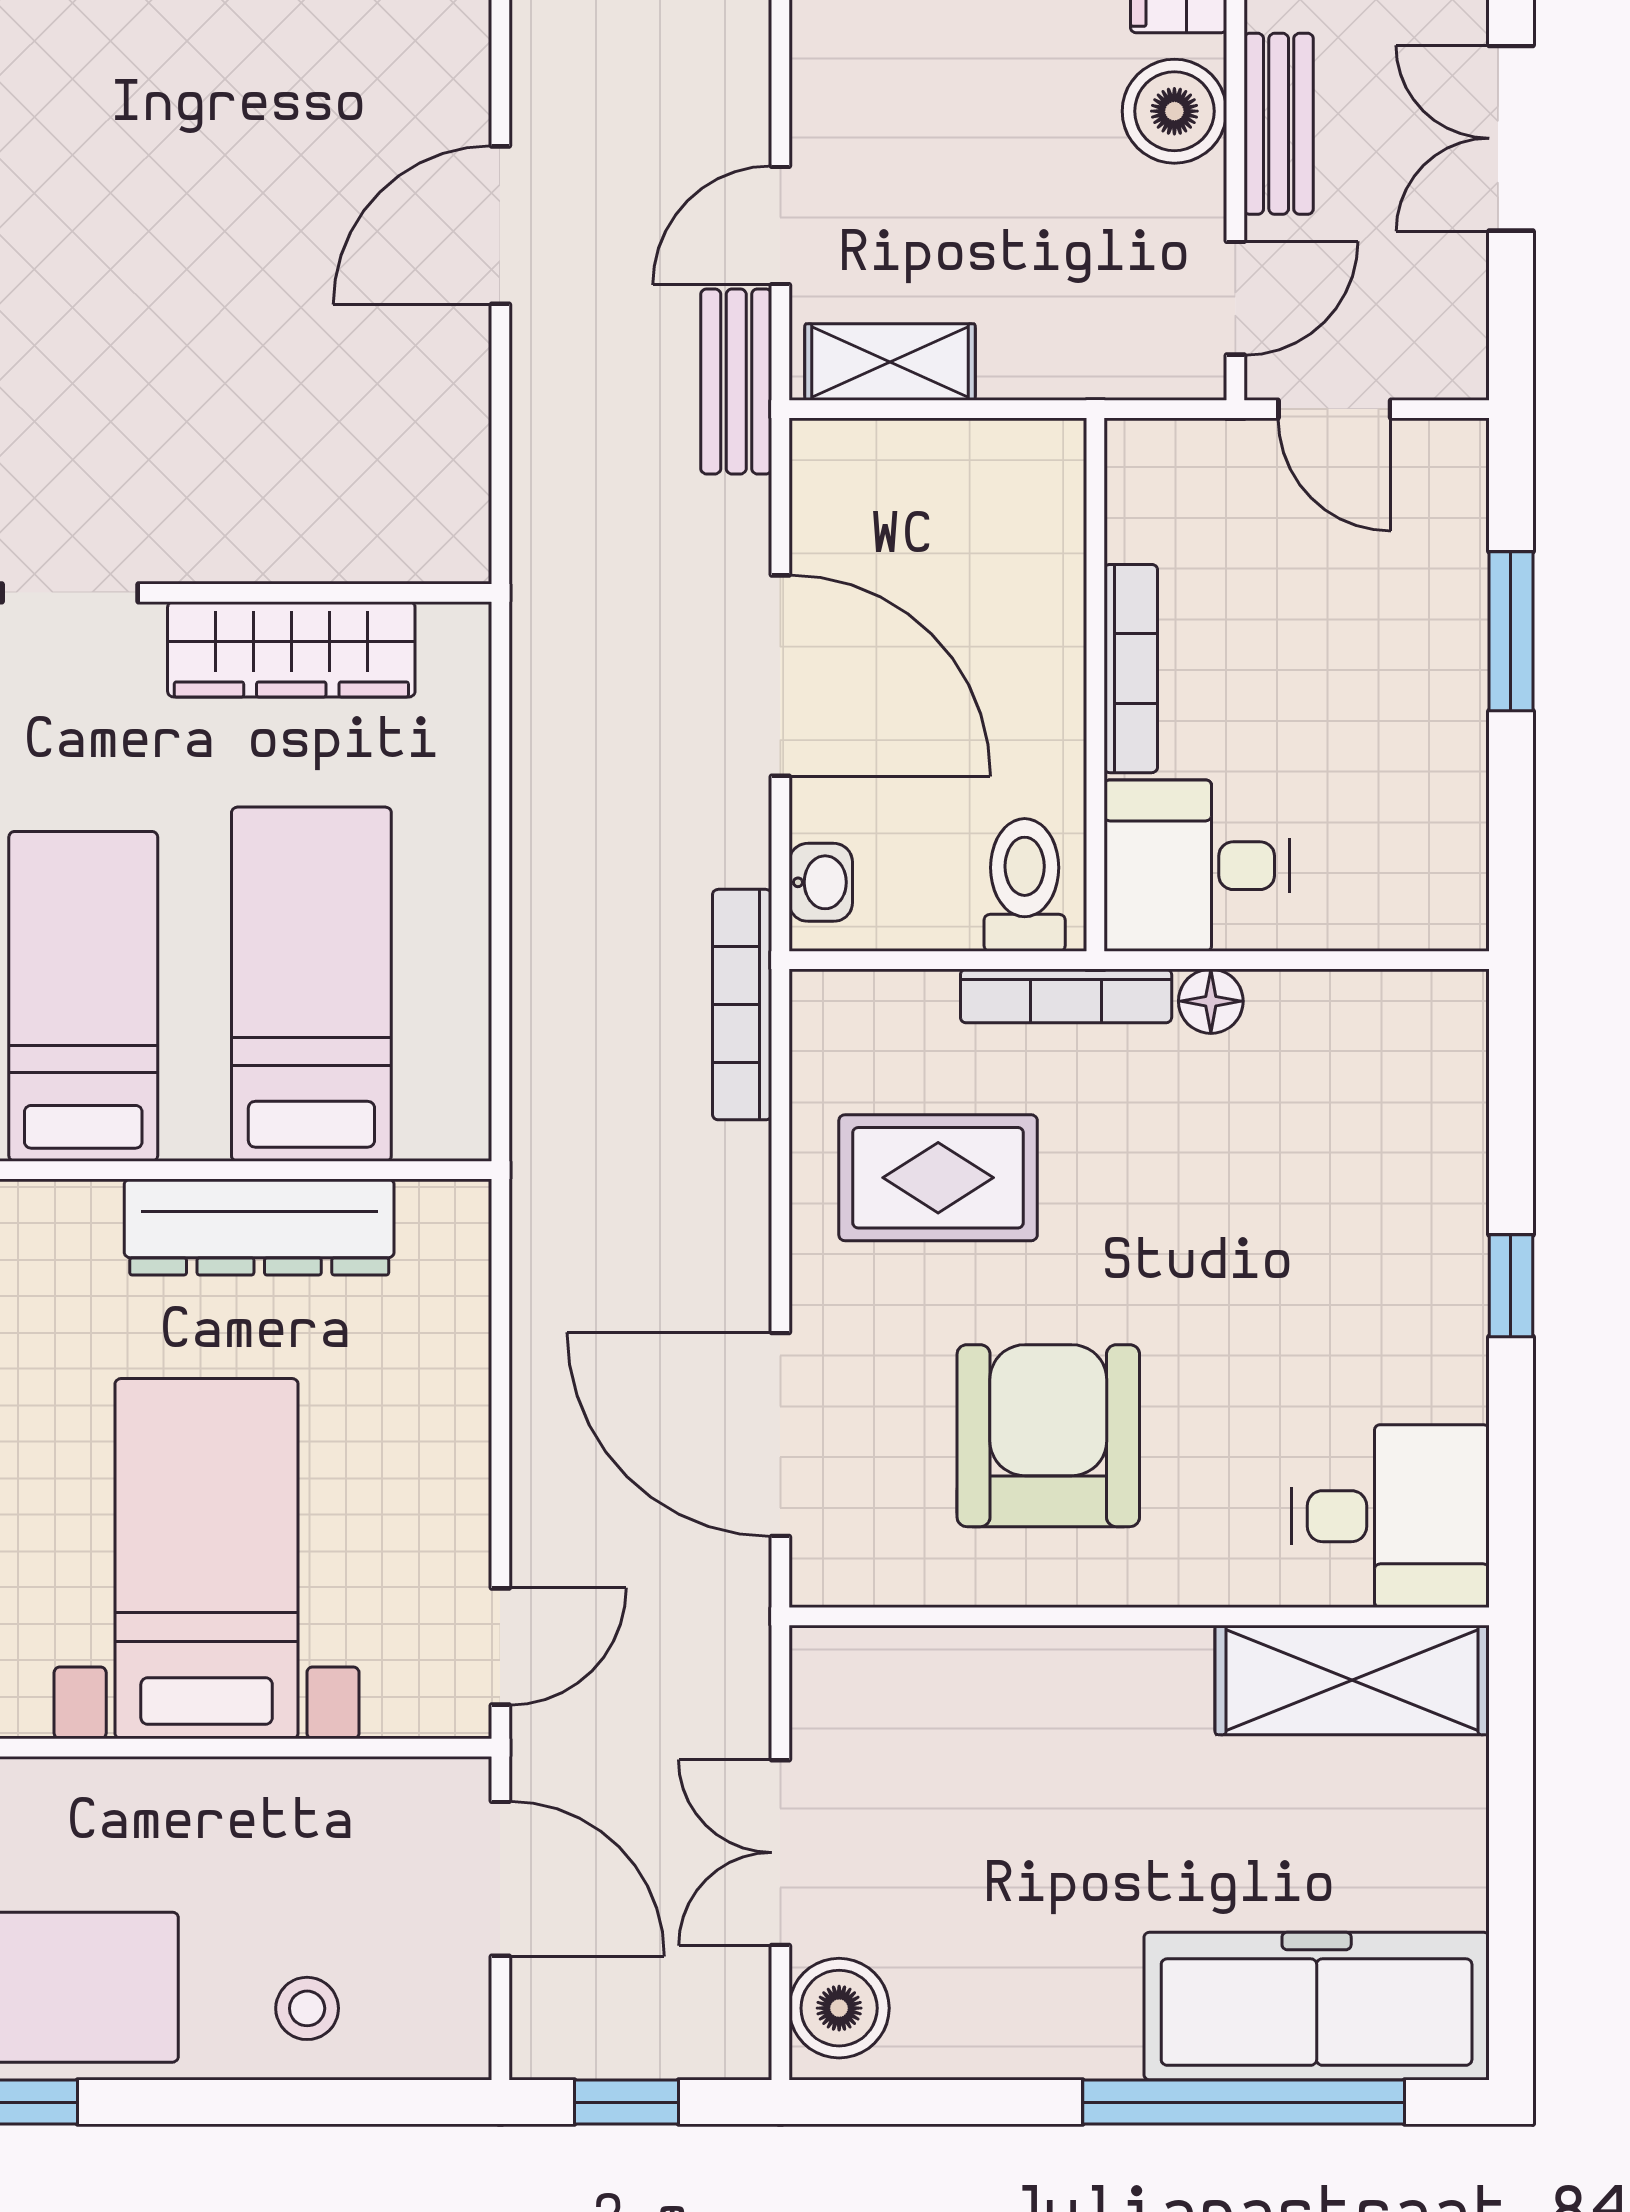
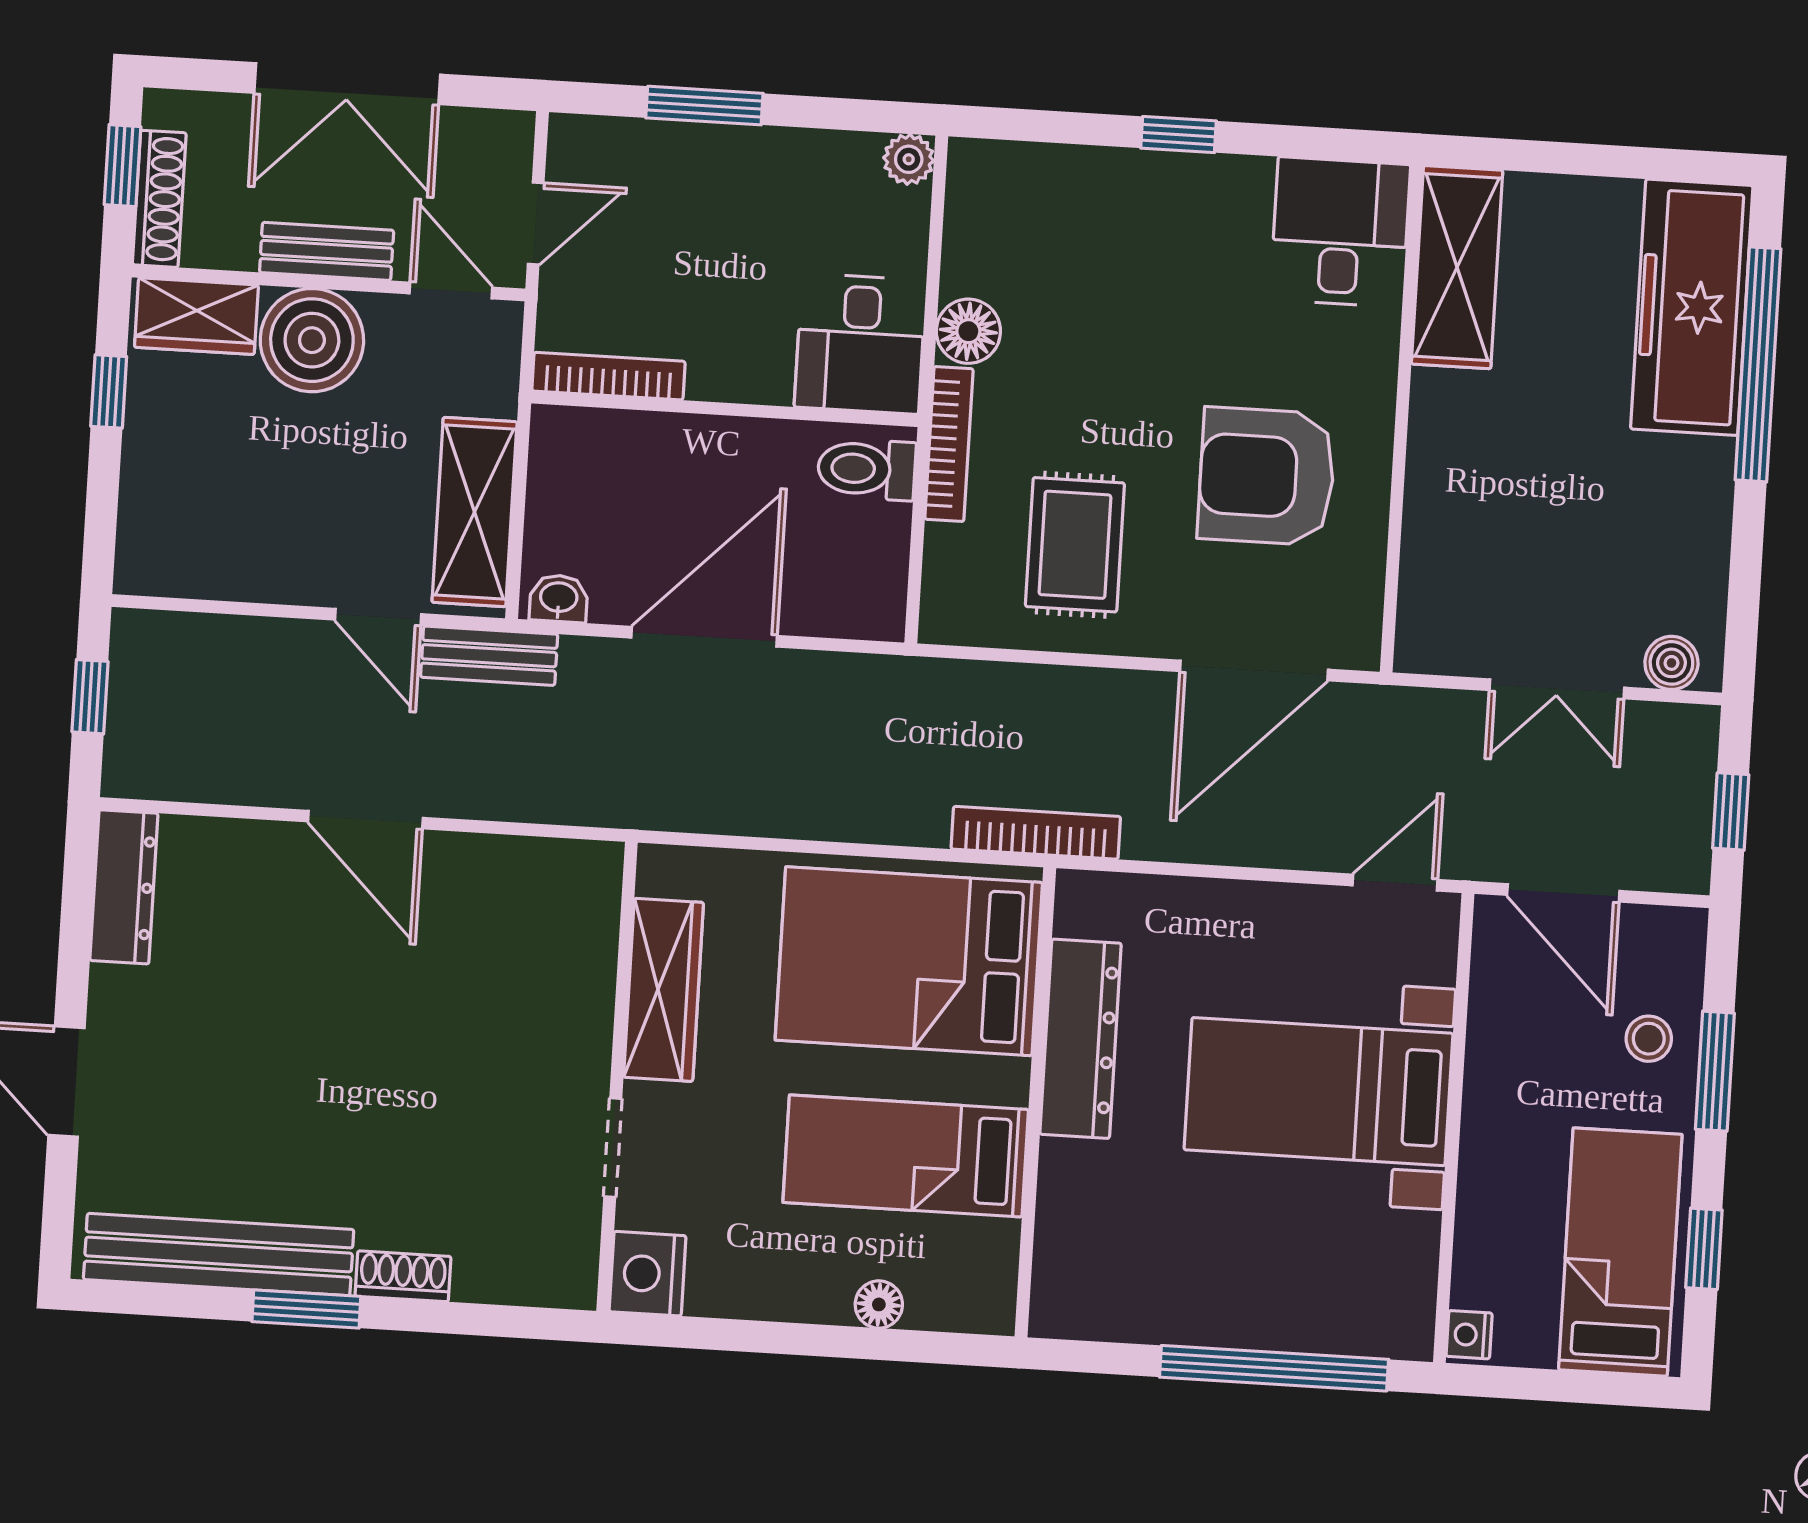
boiler: (1174, 111) -> (312, 340), width x1.37, depth x1.37
double door: (1511, 138) -> (347, 84), width x1.37
shelving: (890, 362) -> (475, 512), width x1.50, depth x1.33
bookcase: (1131, 669) -> (608, 376), moved
washbasin: (821, 882) -> (559, 598), moved
plant: (1454, 917) -> (909, 159), added
bed: (311, 984) -> (909, 961), width x1.50
floor lamp: (1211, 1001) -> (968, 331), width x1.37, depth x1.37
bookcase: (742, 1005) -> (1036, 833), moved, turned 180
door: (500, 1646) -> (1395, 883), hinge flipped
door: (500, 1879) -> (1563, 893), swing flipped
boiler: (839, 2008) -> (1671, 663), width x0.73, depth x0.73
window: (268, 2102) -> (1715, 1071), added

